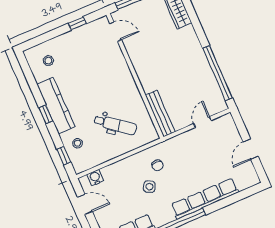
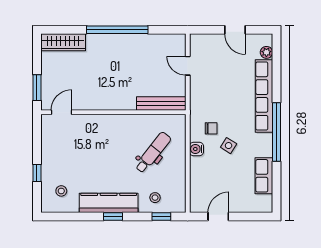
window: (77, 23) -> (37, 173), moved
window: (218, 73) -> (117, 30), moved
water cooler: (95, 178) -> (196, 149), moved
plant: (243, 184) -> (266, 52), added

